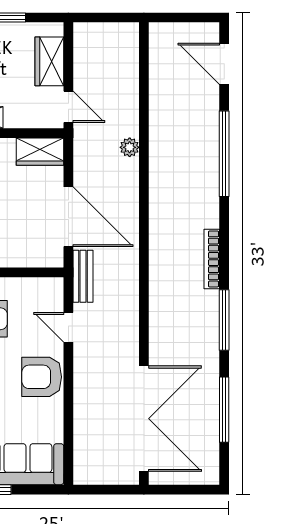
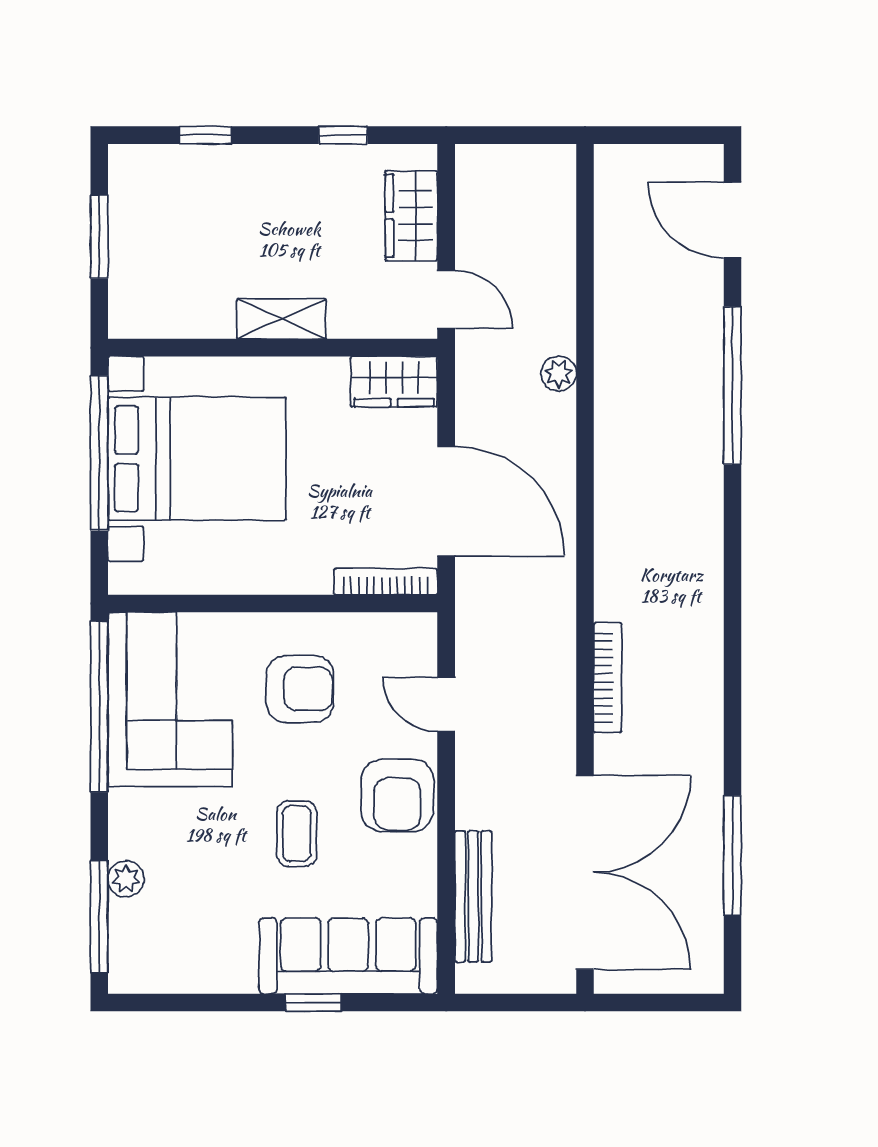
bookcase: (212, 259) -> (608, 678), moved, turned 180
bookcase: (35, 260) -> (386, 582), added
bench: (83, 276) -> (473, 896), moved, width x1.36
window: (224, 320) -> (732, 691), removed
armchair: (42, 377) -> (397, 795), turned -90

